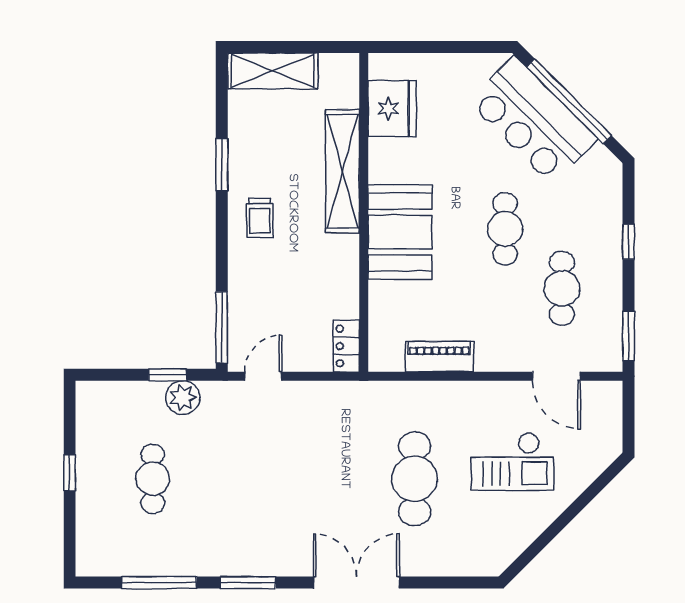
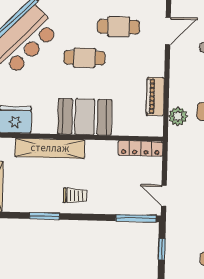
locker: (346, 346) -> (140, 148), width x1.53
plant: (183, 398) -> (178, 116), moved

